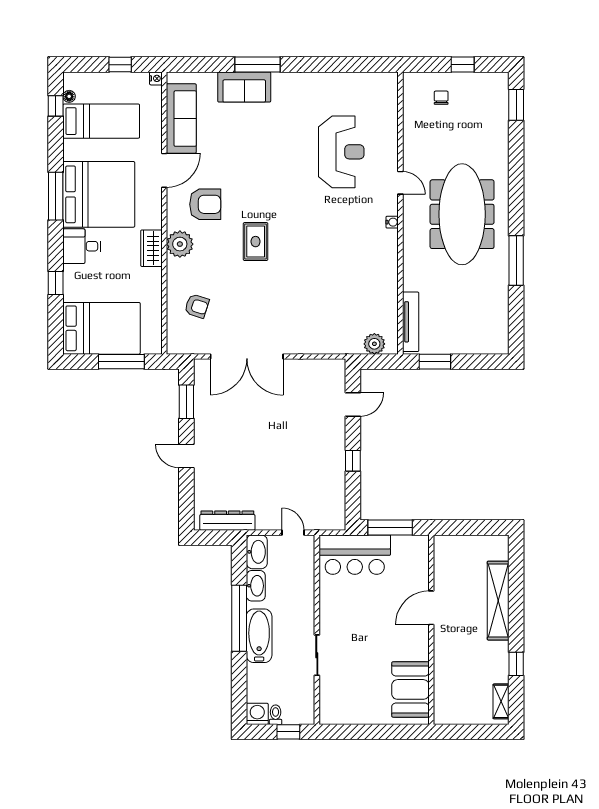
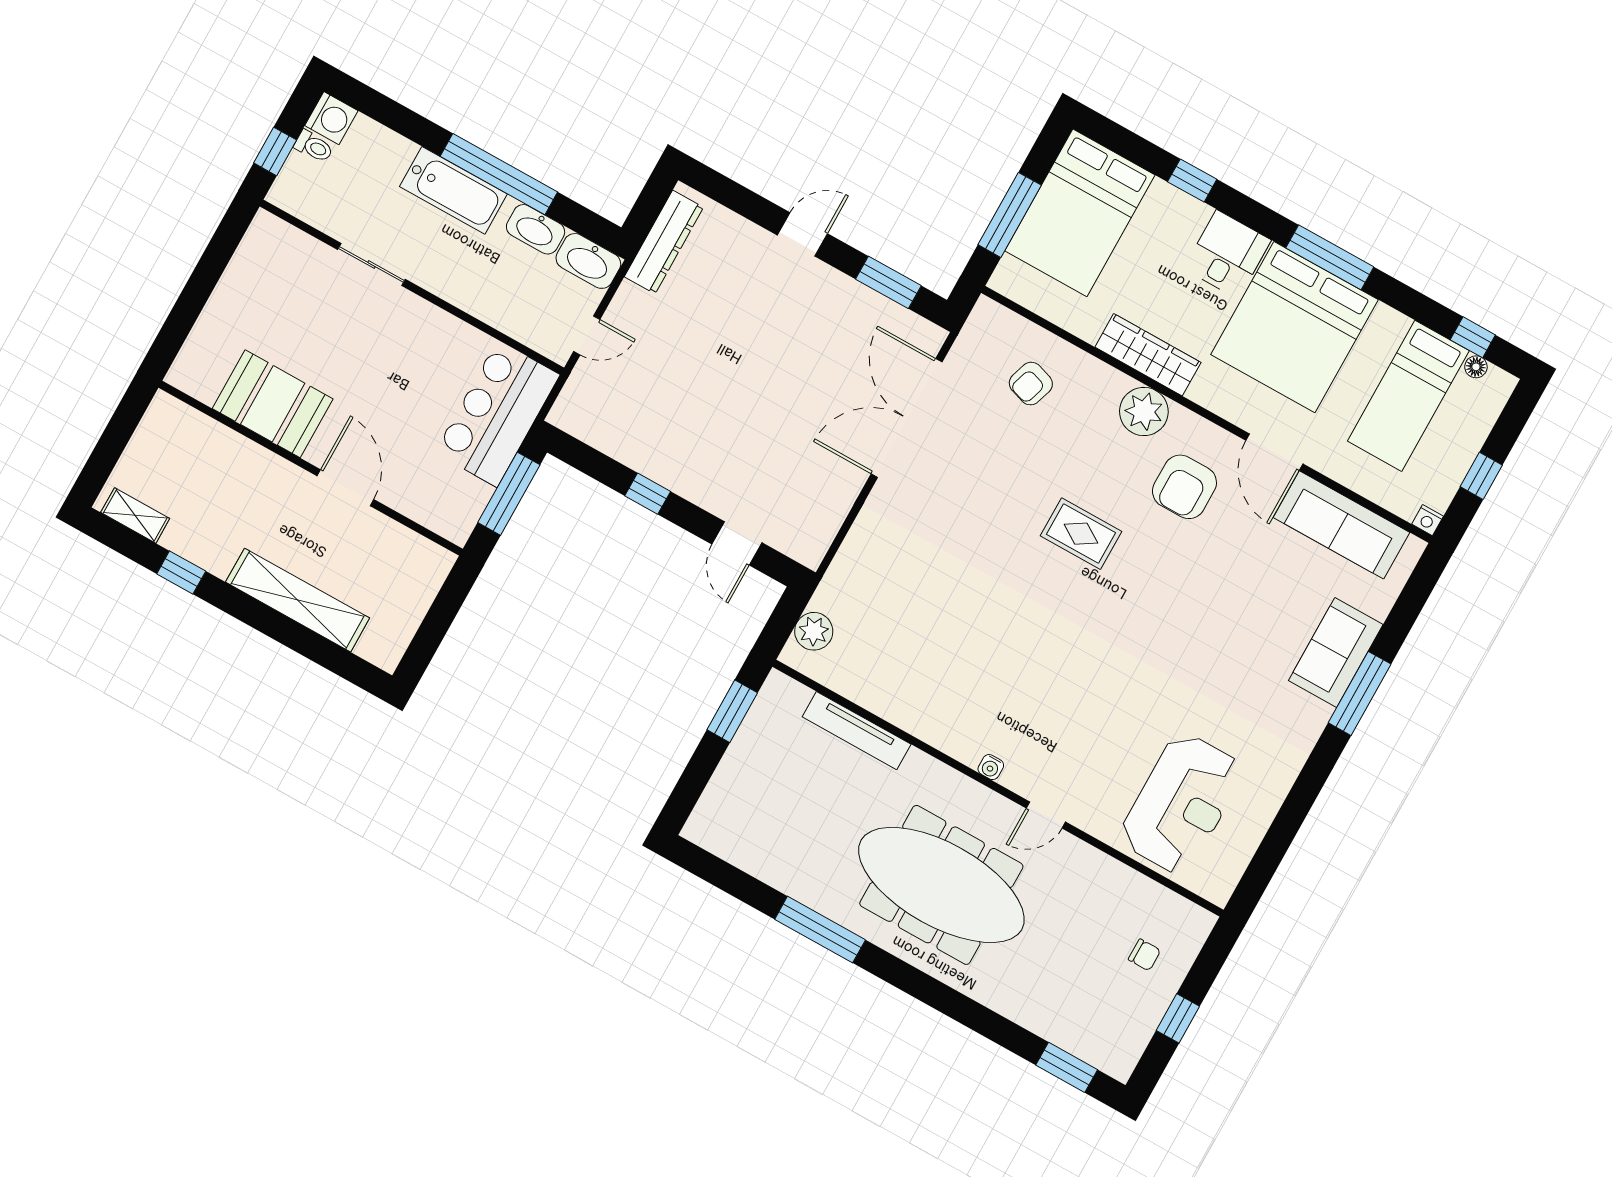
reception desk: (341, 152) -> (1181, 803), moved, turned -90
wardrobe: (151, 248) -> (1148, 355), width x1.50
tv unit: (411, 322) -> (857, 731), moved
booth: (410, 689) -> (273, 404), moved

